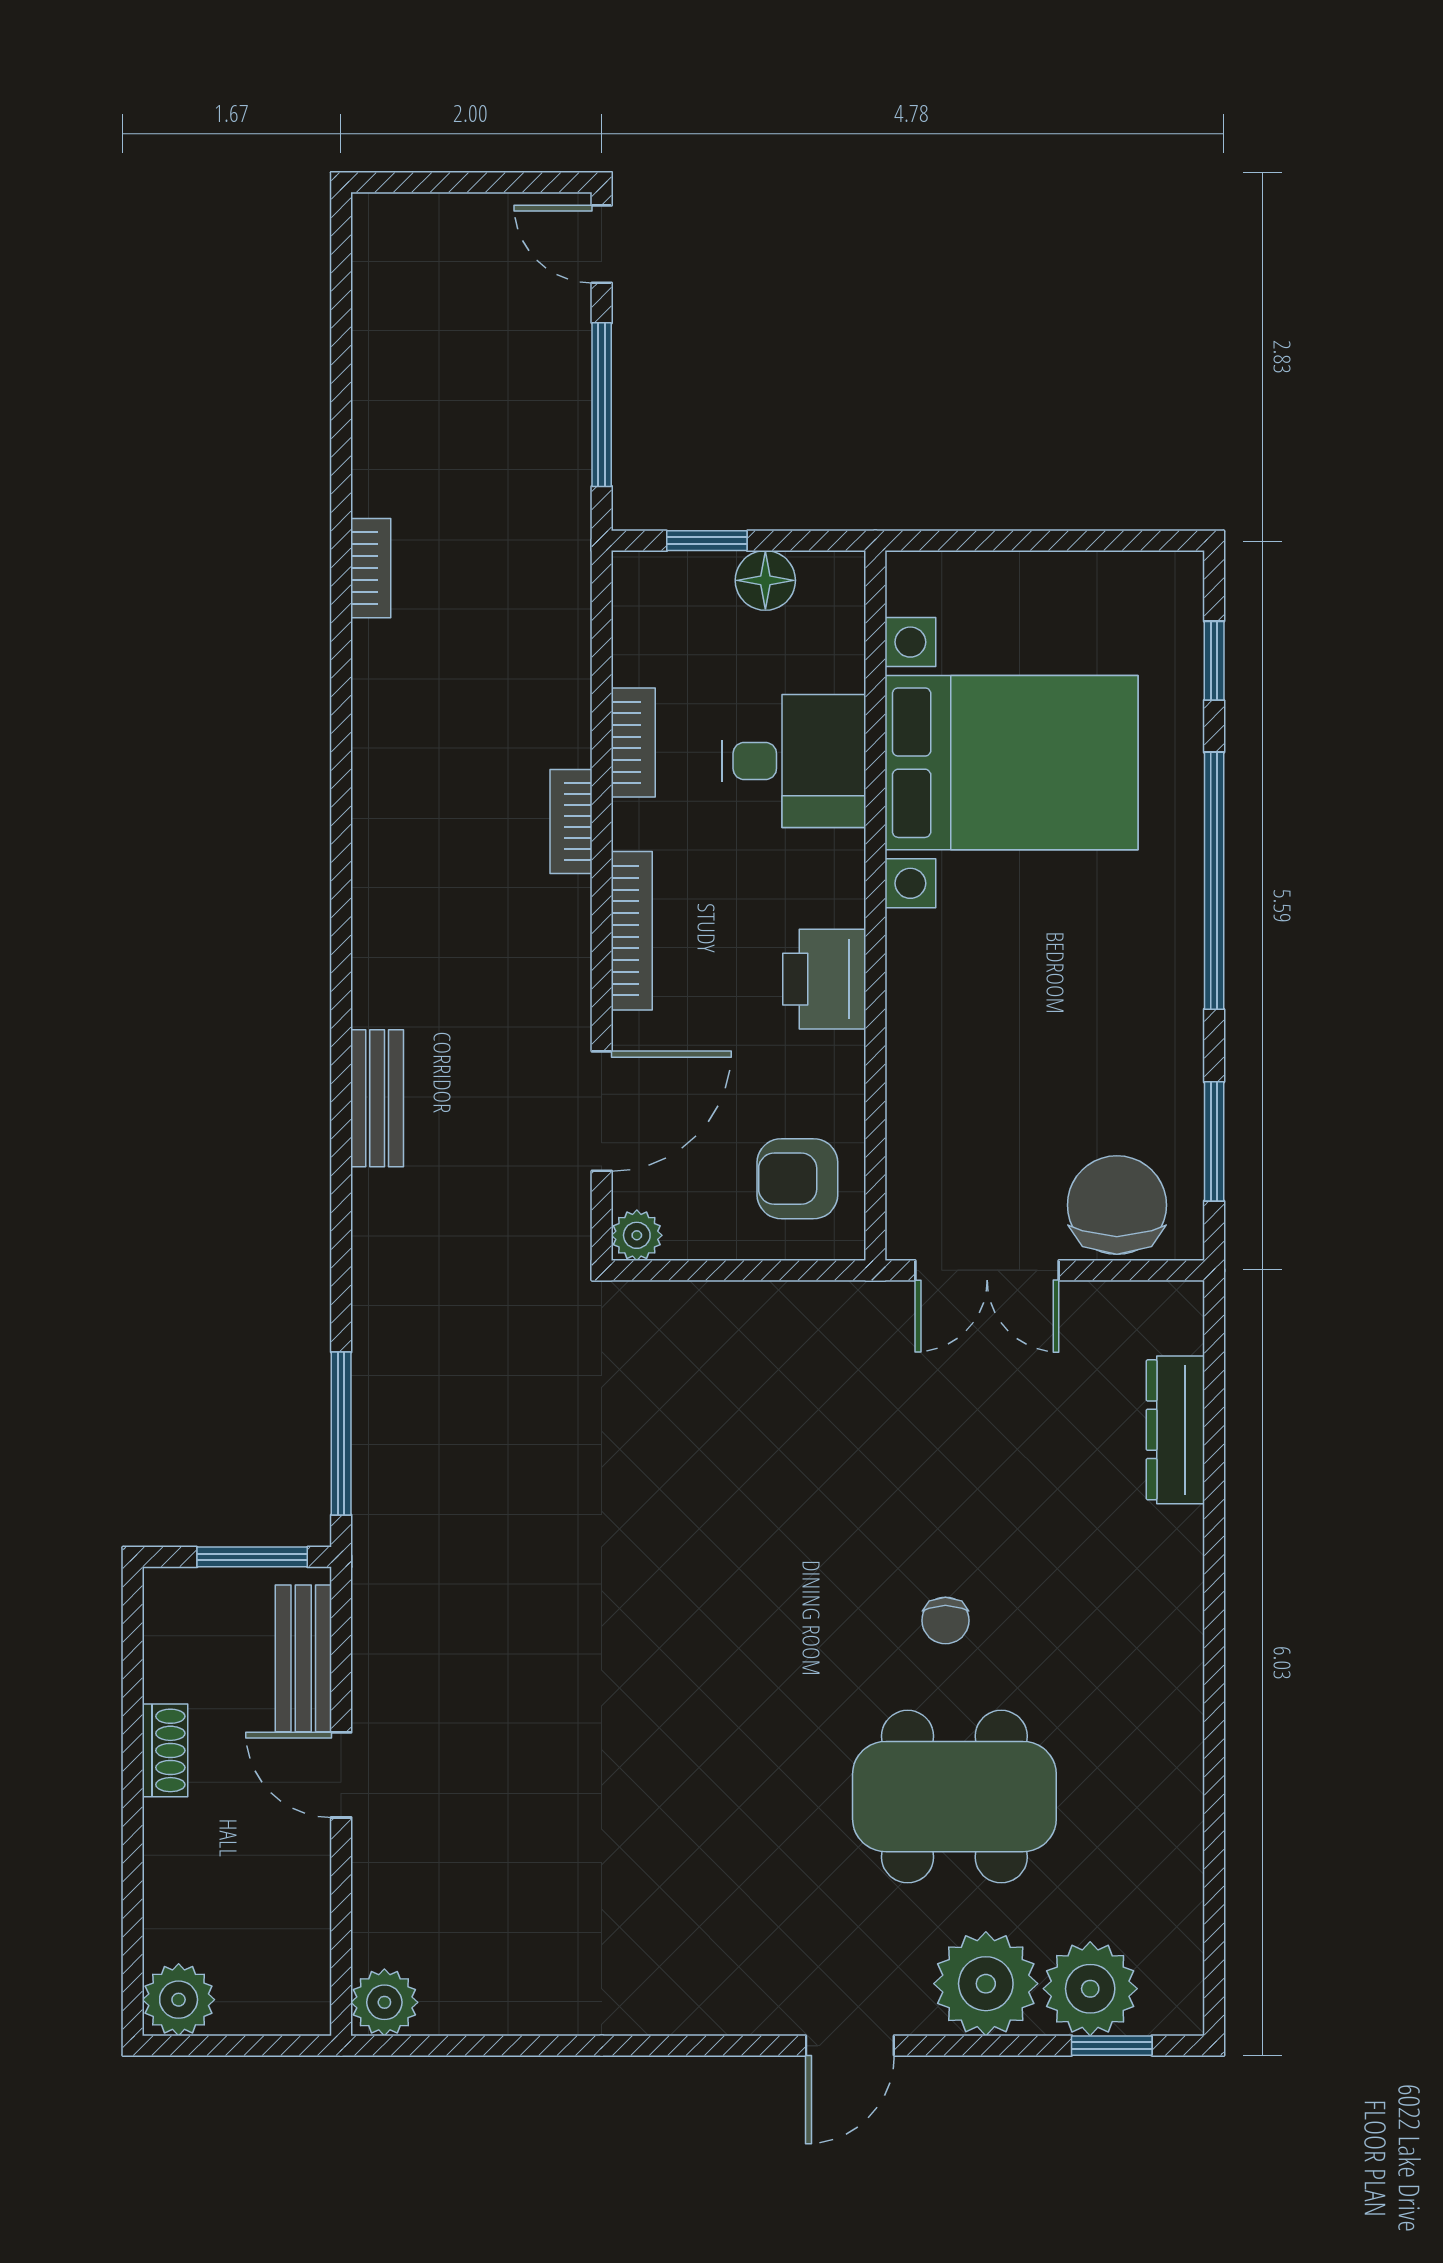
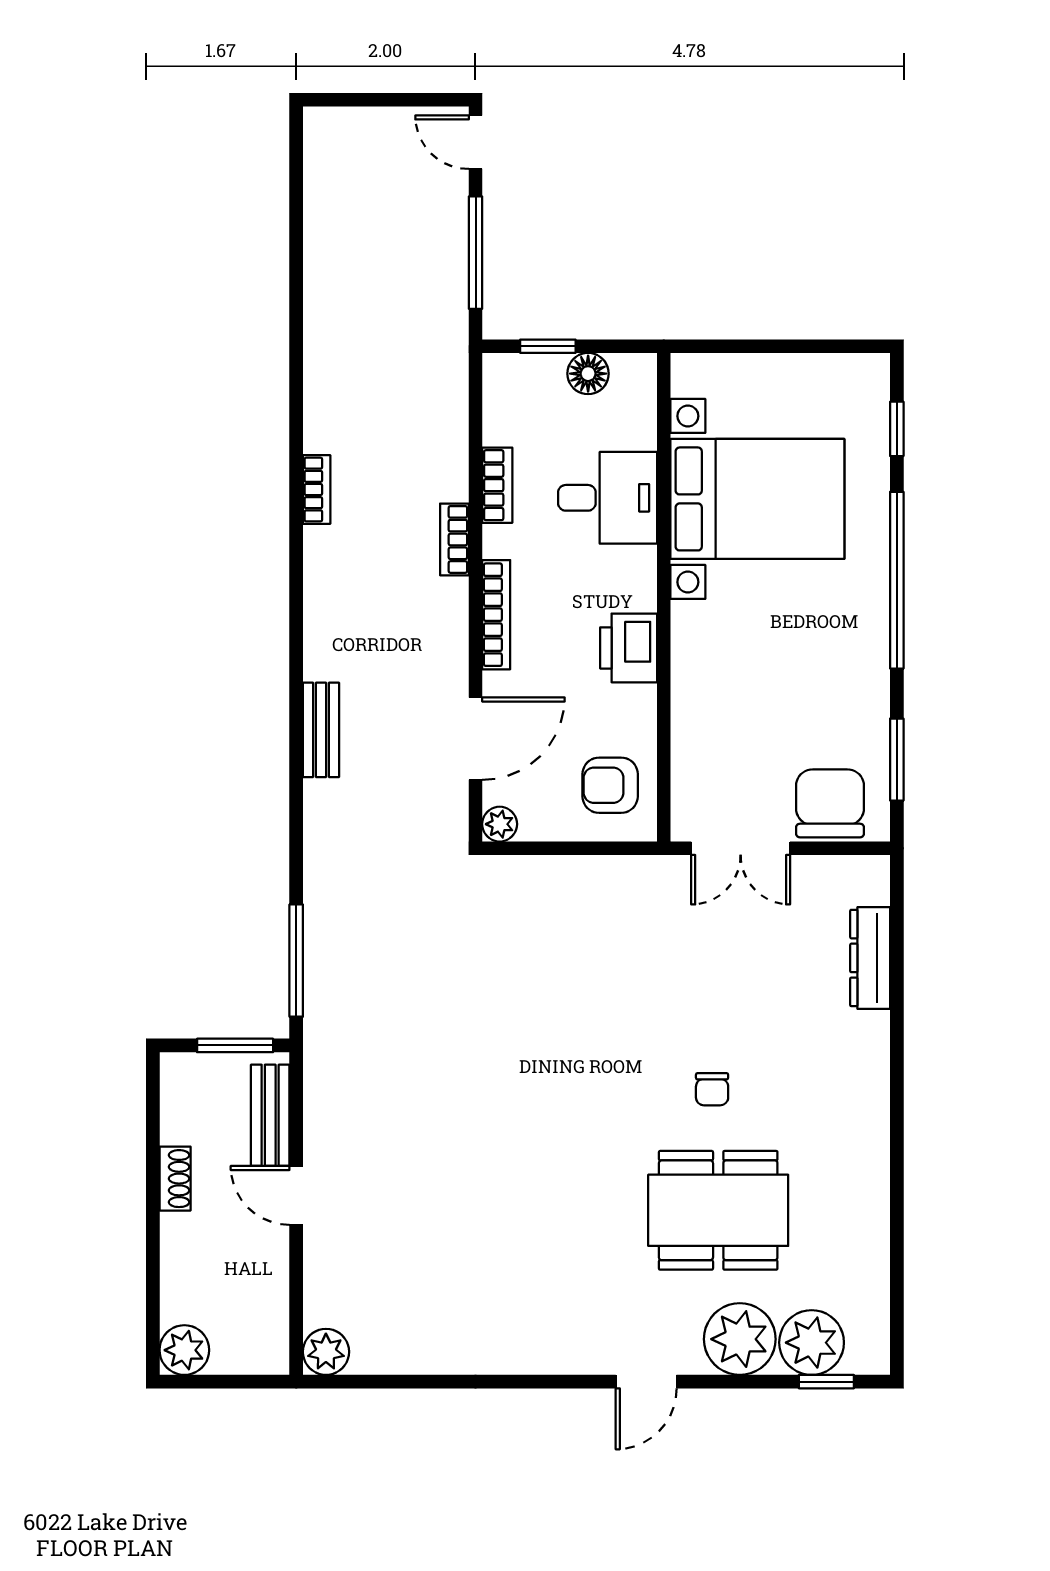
bookcase: (371, 568) -> (317, 490), moved

